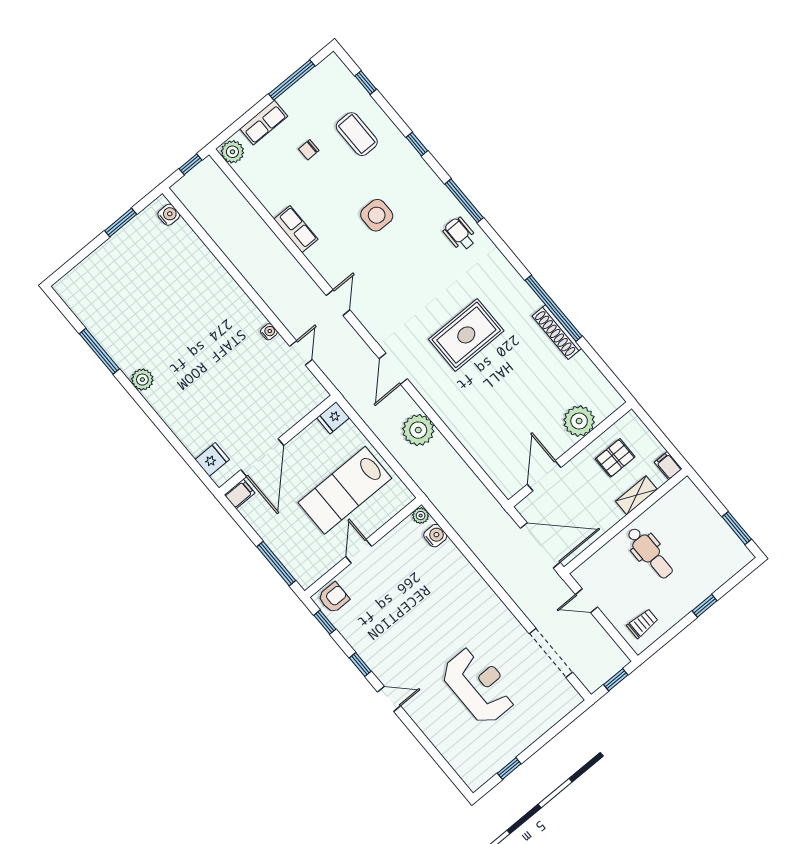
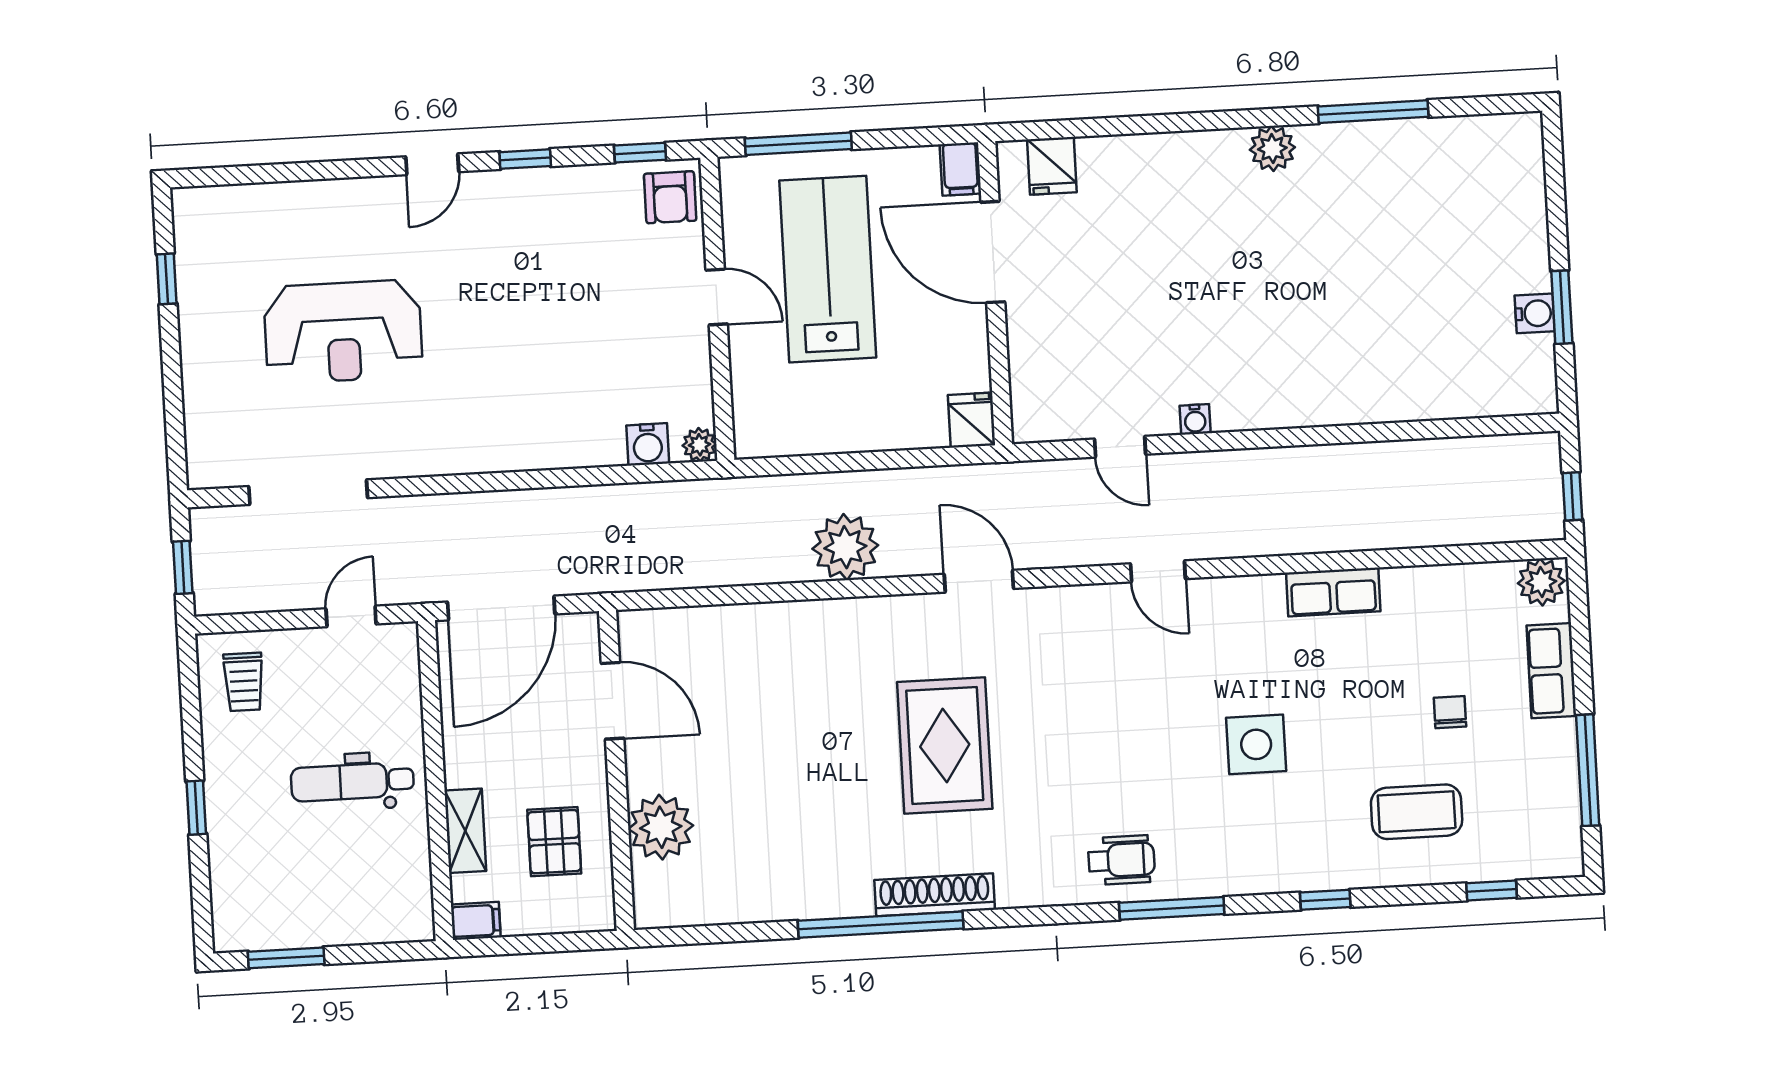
water cooler: (169, 215) -> (1535, 313), moved, turned -90
shoe rack: (557, 332) -> (935, 895), moved
lab bench: (345, 490) -> (828, 269), moved

